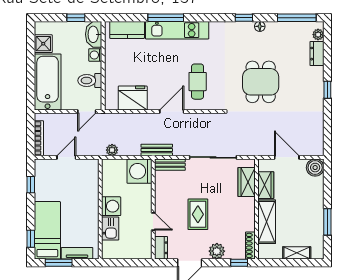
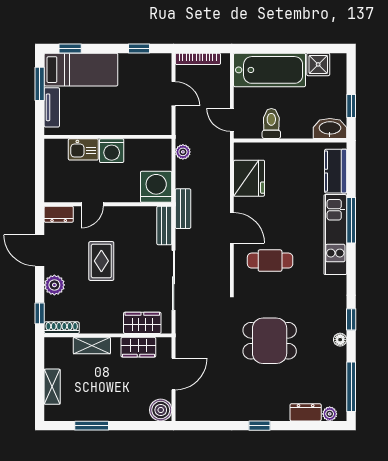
washing machine: (95, 55) -> (304, 131), removed
rug: (198, 214) -> (101, 261), turned 90
shelving: (267, 222) -> (92, 346), width x0.67, depth x0.75

